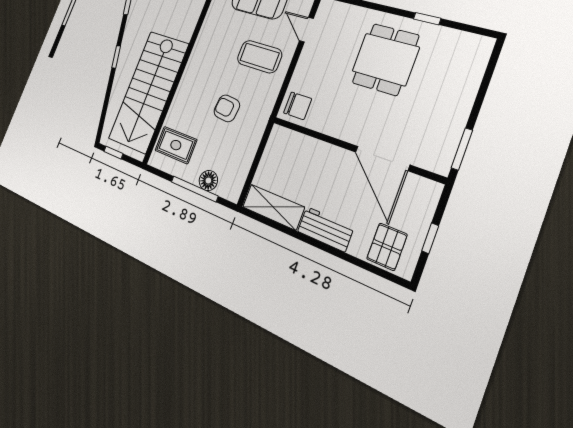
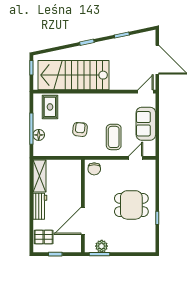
plant: (446, 140) -> (102, 246), added

